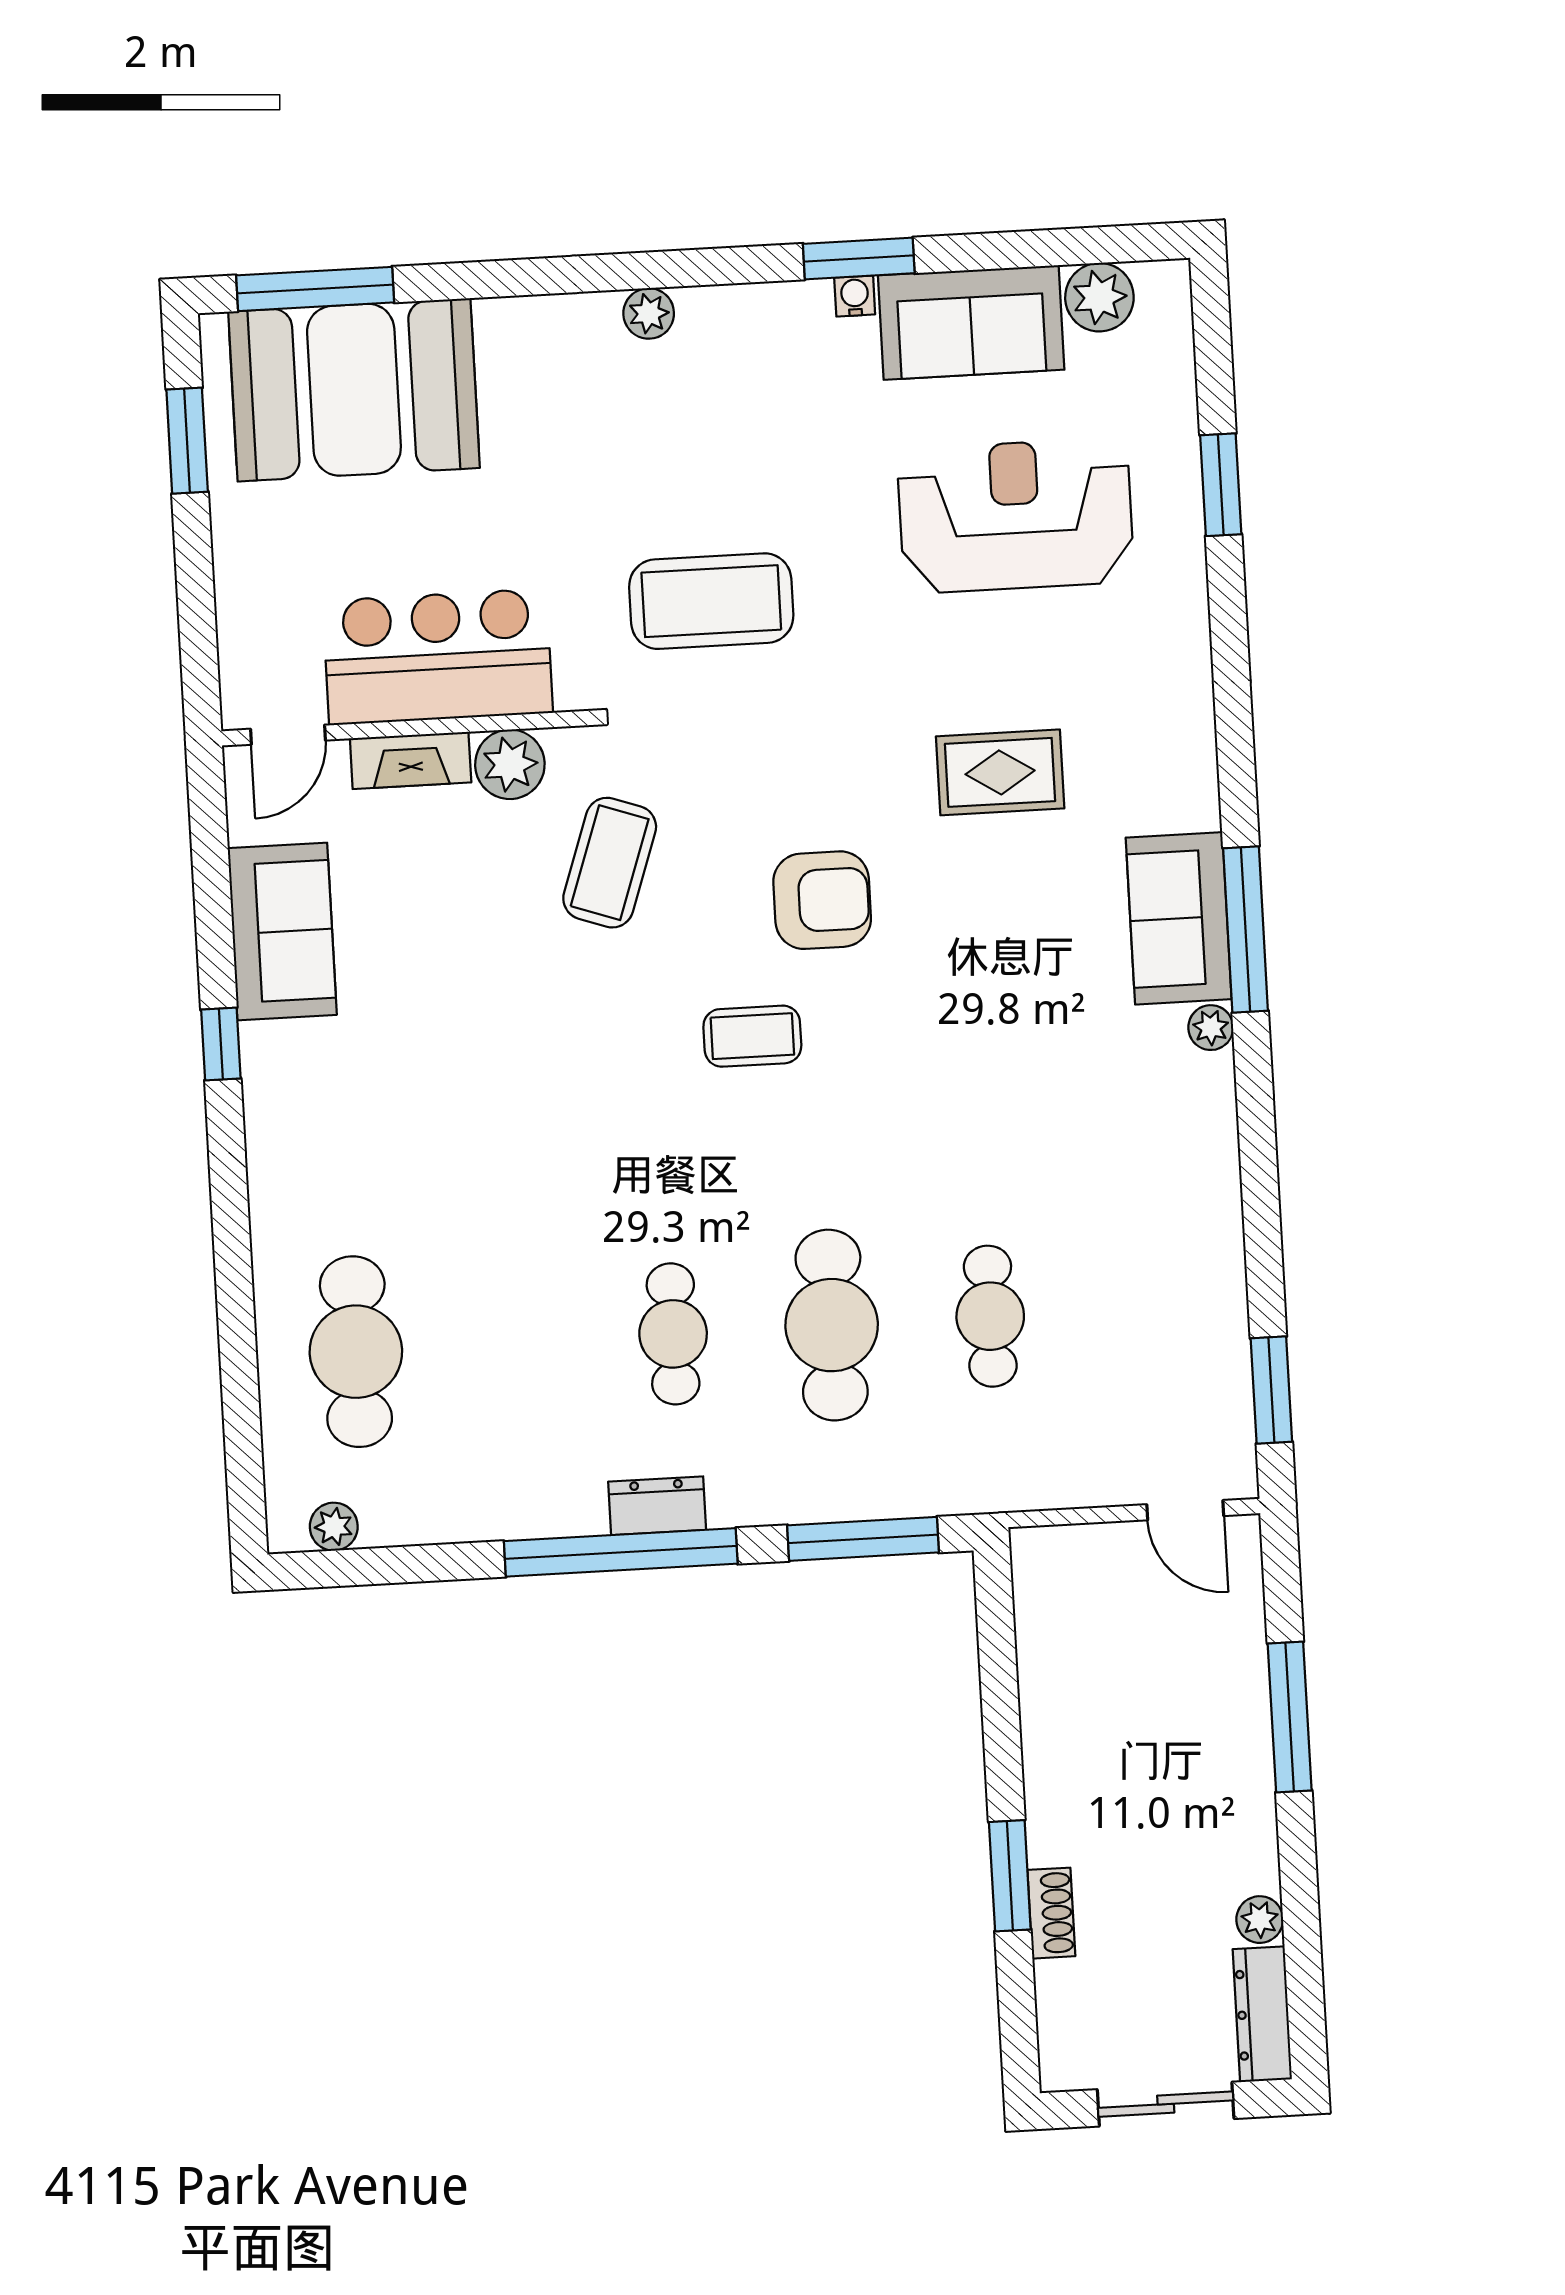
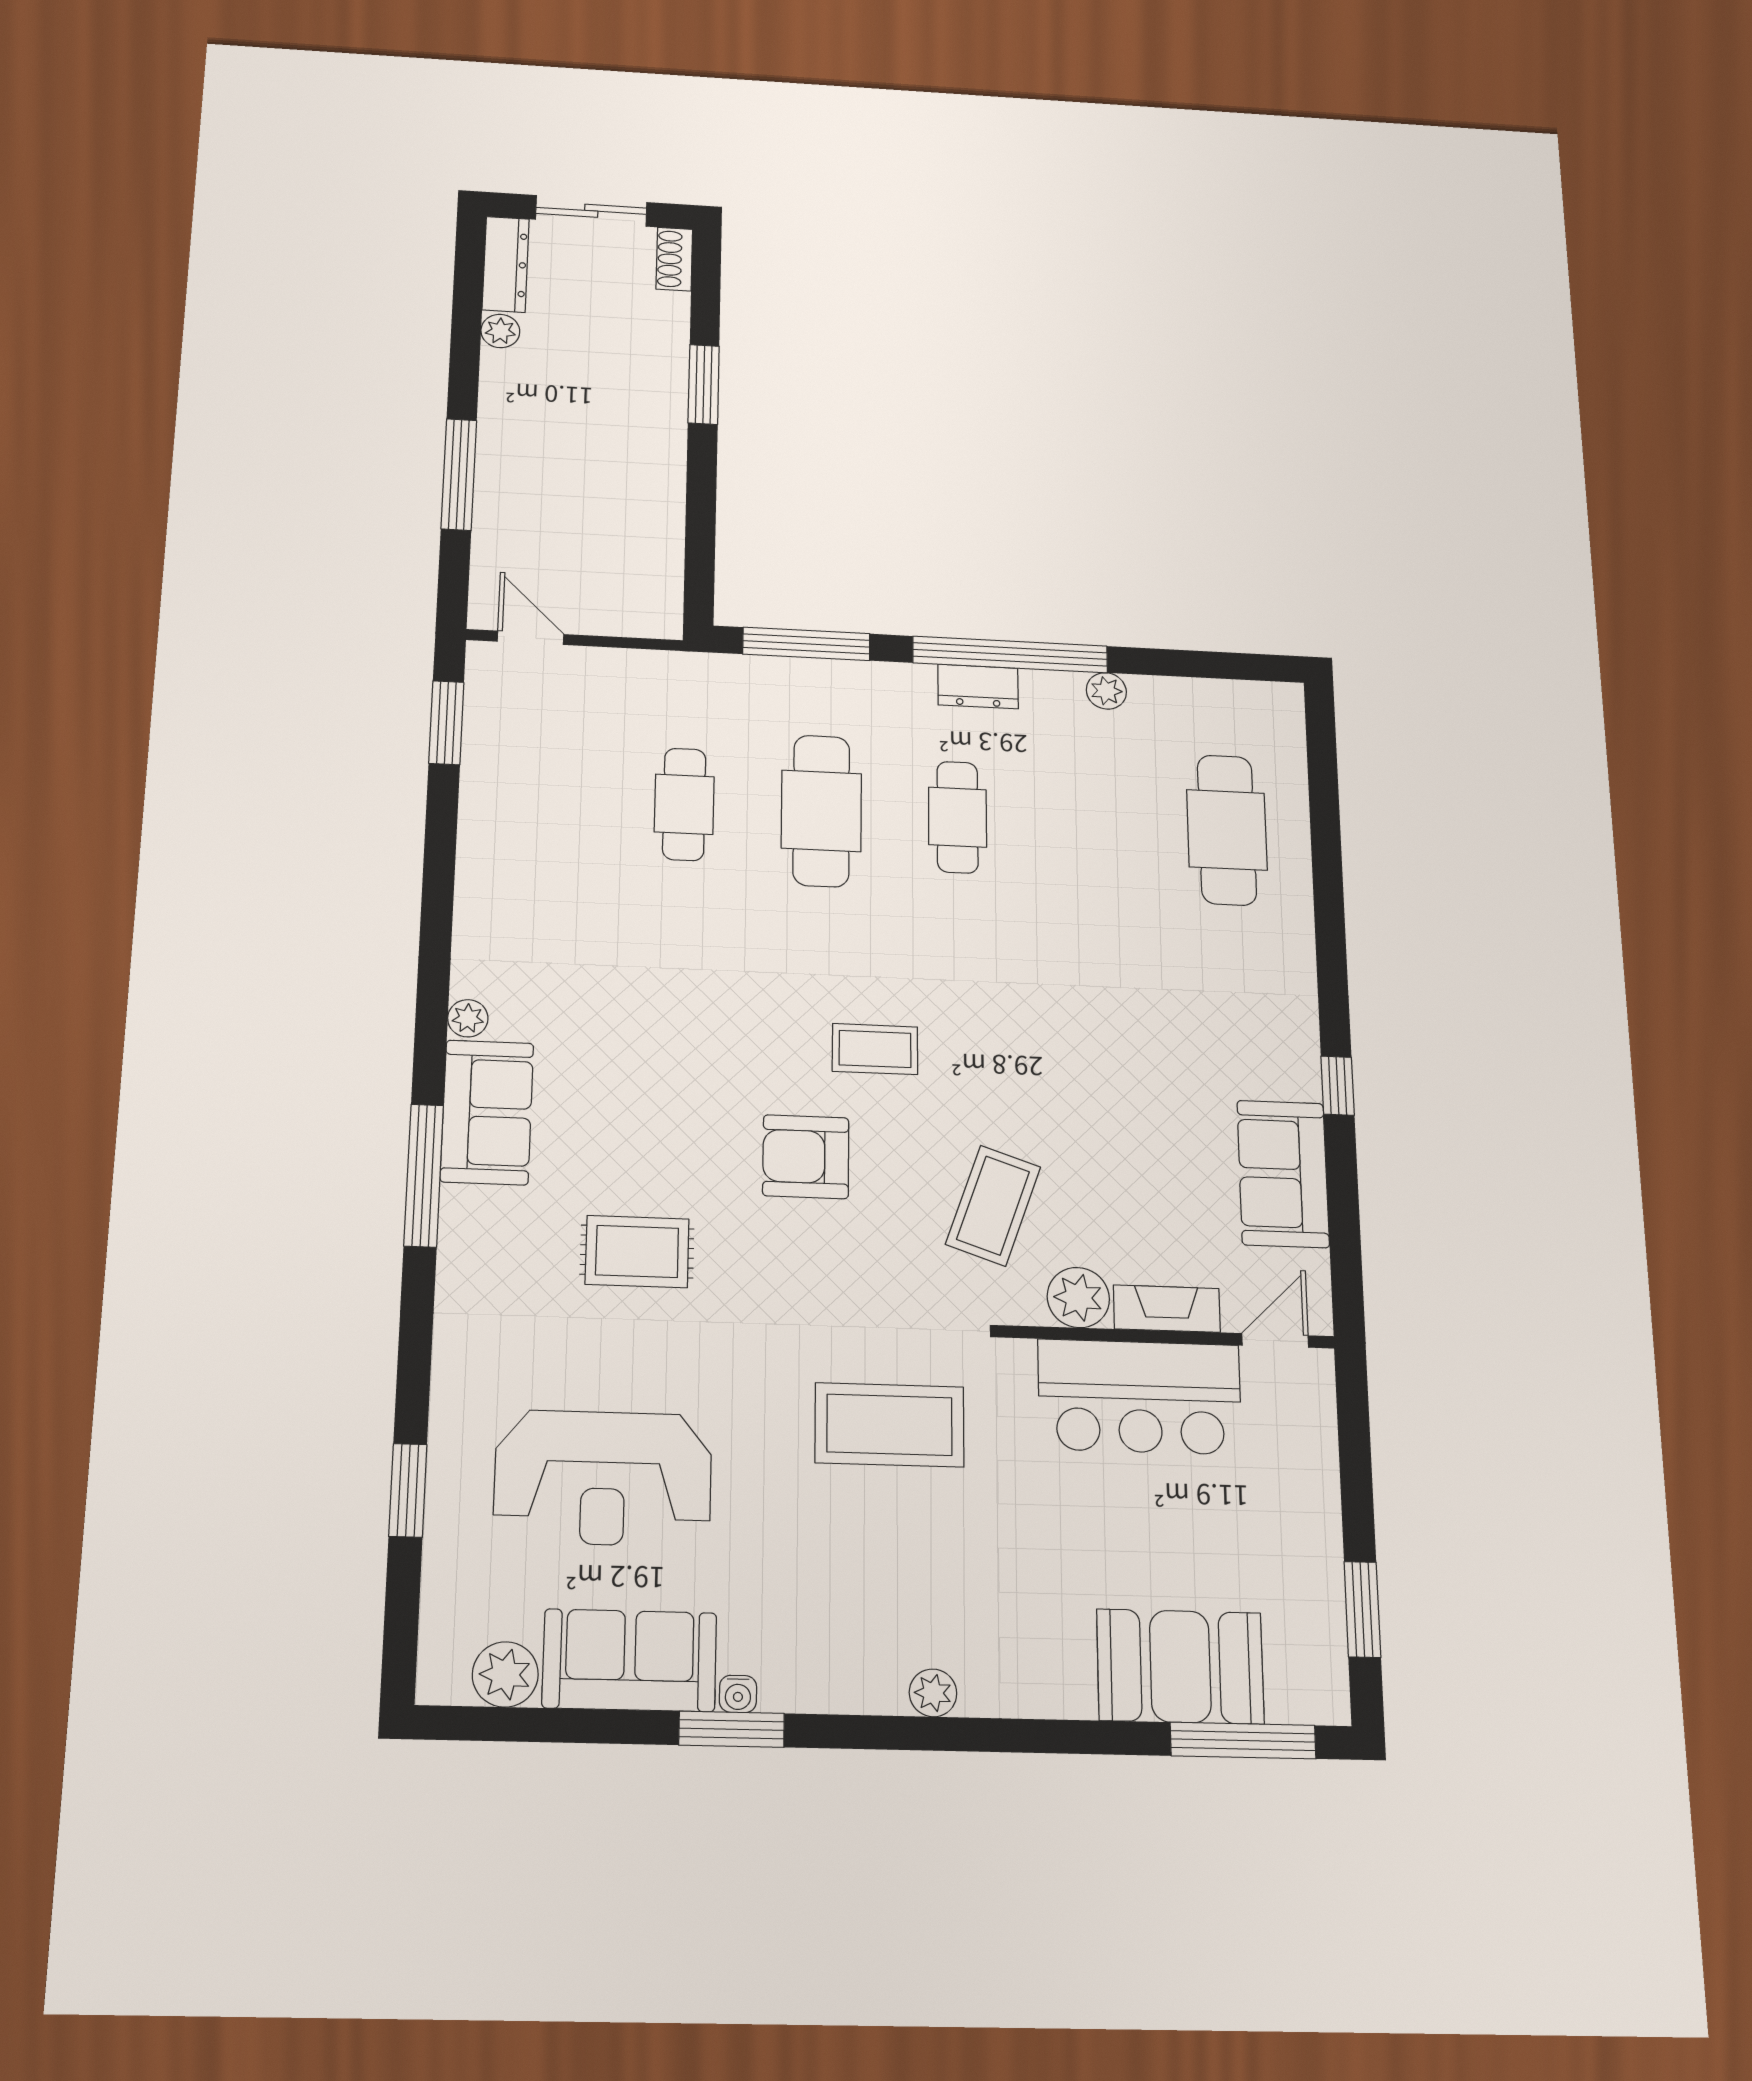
booth: (354, 390) -> (1180, 1666), width x0.73, depth x0.70
window: (1246, 930) -> (424, 1175), moved
plant: (334, 1527) -> (1106, 691), moved
shoe rack: (1051, 1913) -> (674, 259), moved

